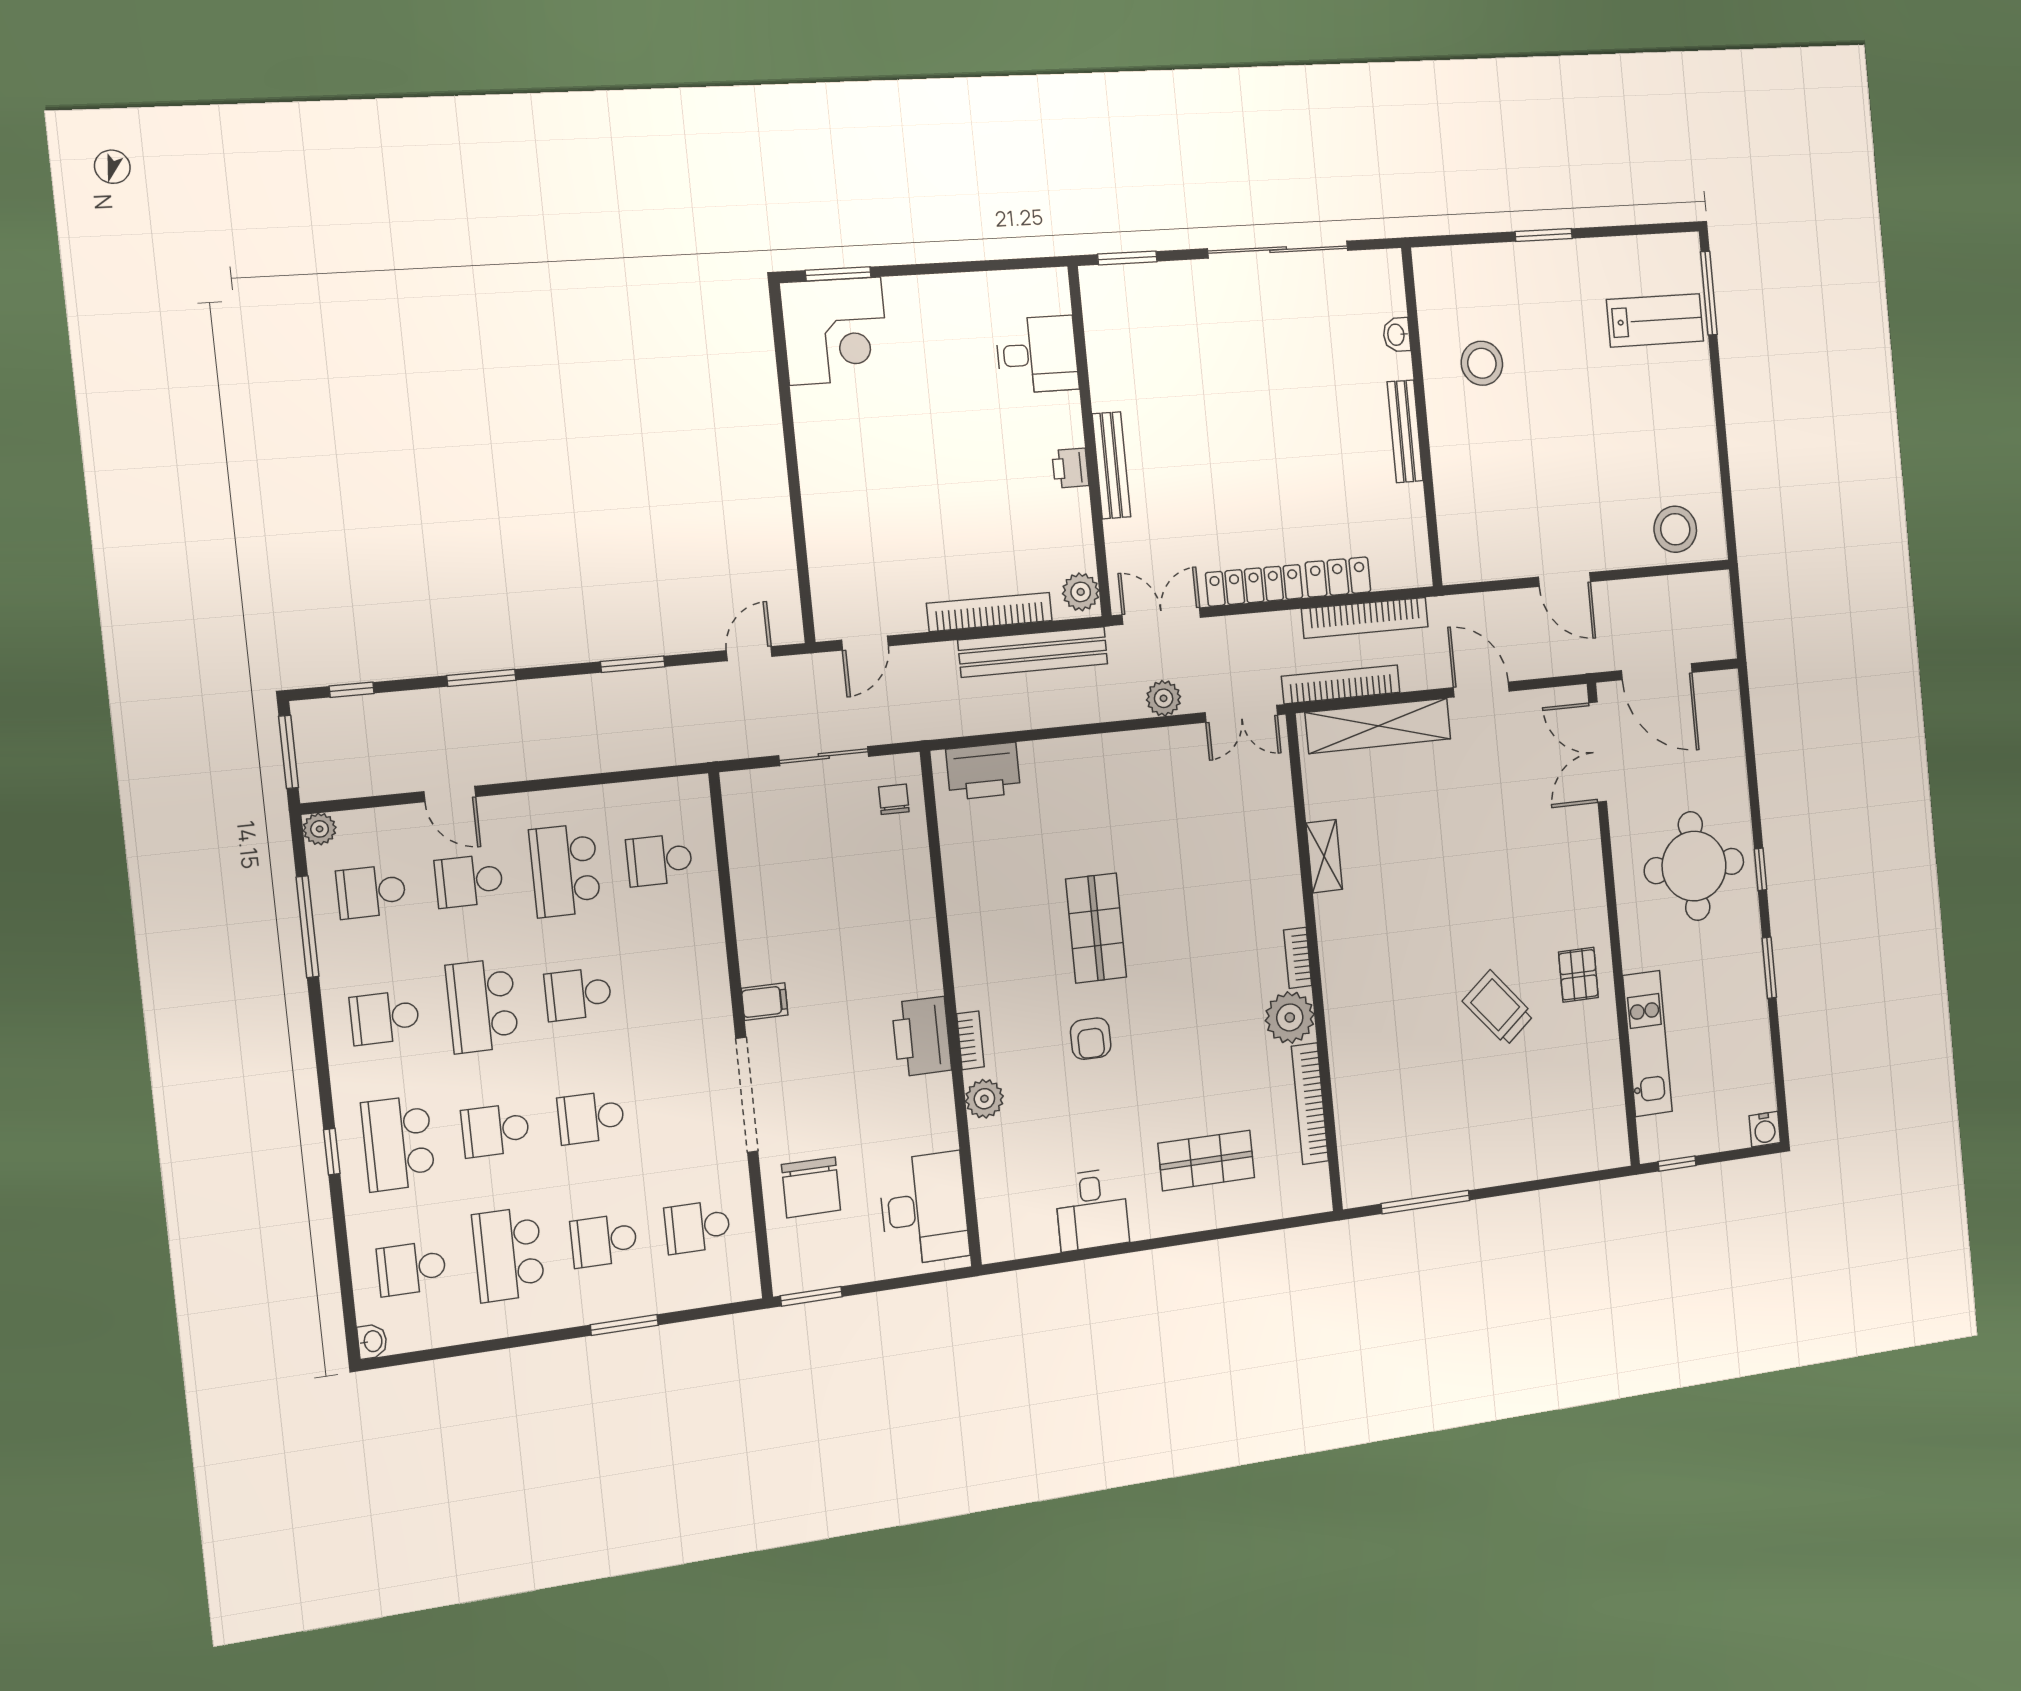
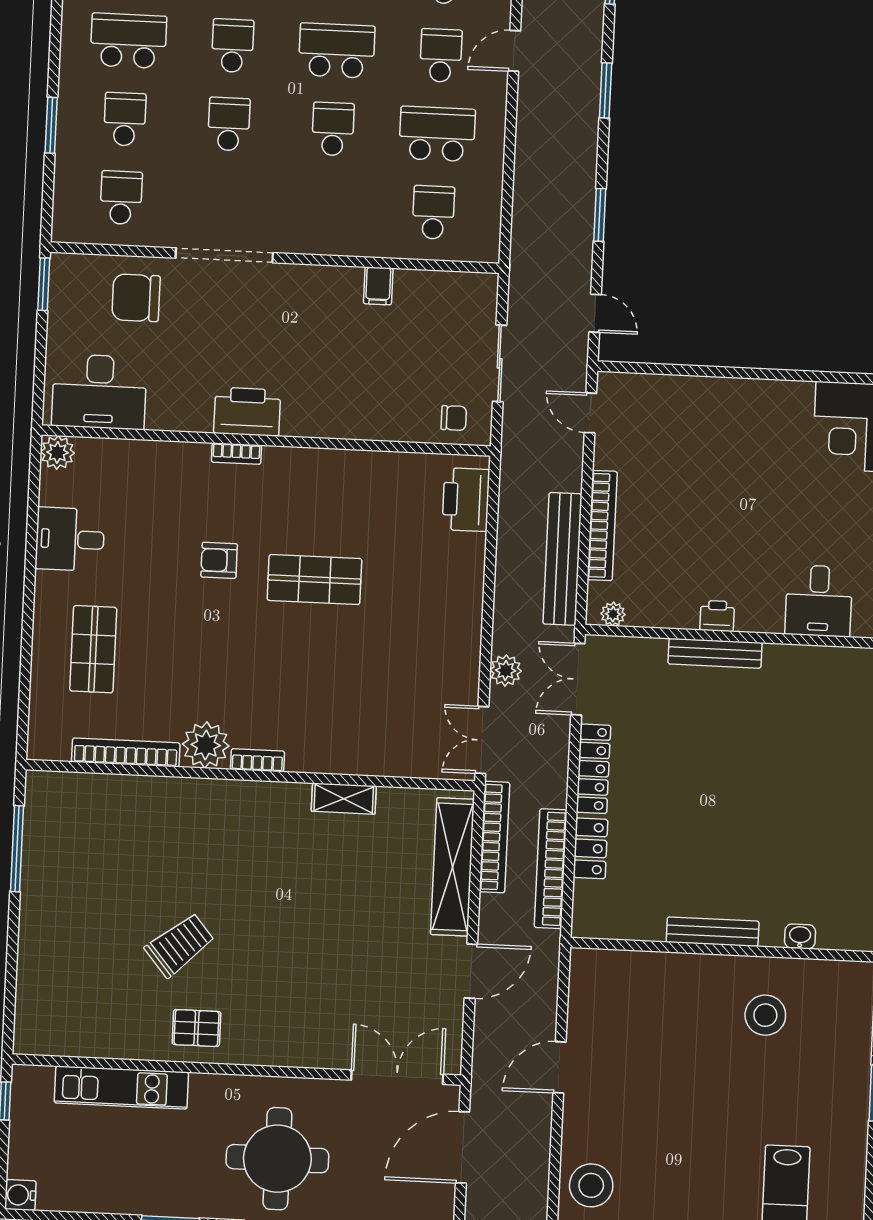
plant: (1081, 592) -> (613, 614), width x0.73, depth x0.73
double door: (1161, 616) -> (578, 679), swing flipped
filing cabinet: (765, 1002) -> (378, 286), moved
plant: (984, 1099) -> (57, 452), moved

